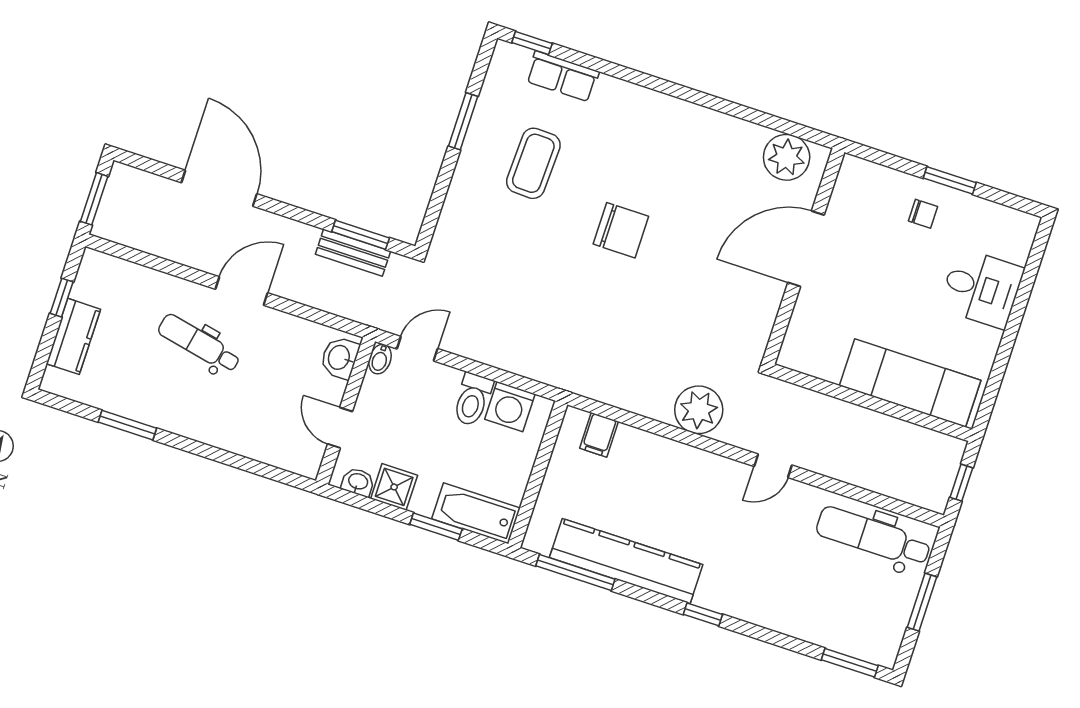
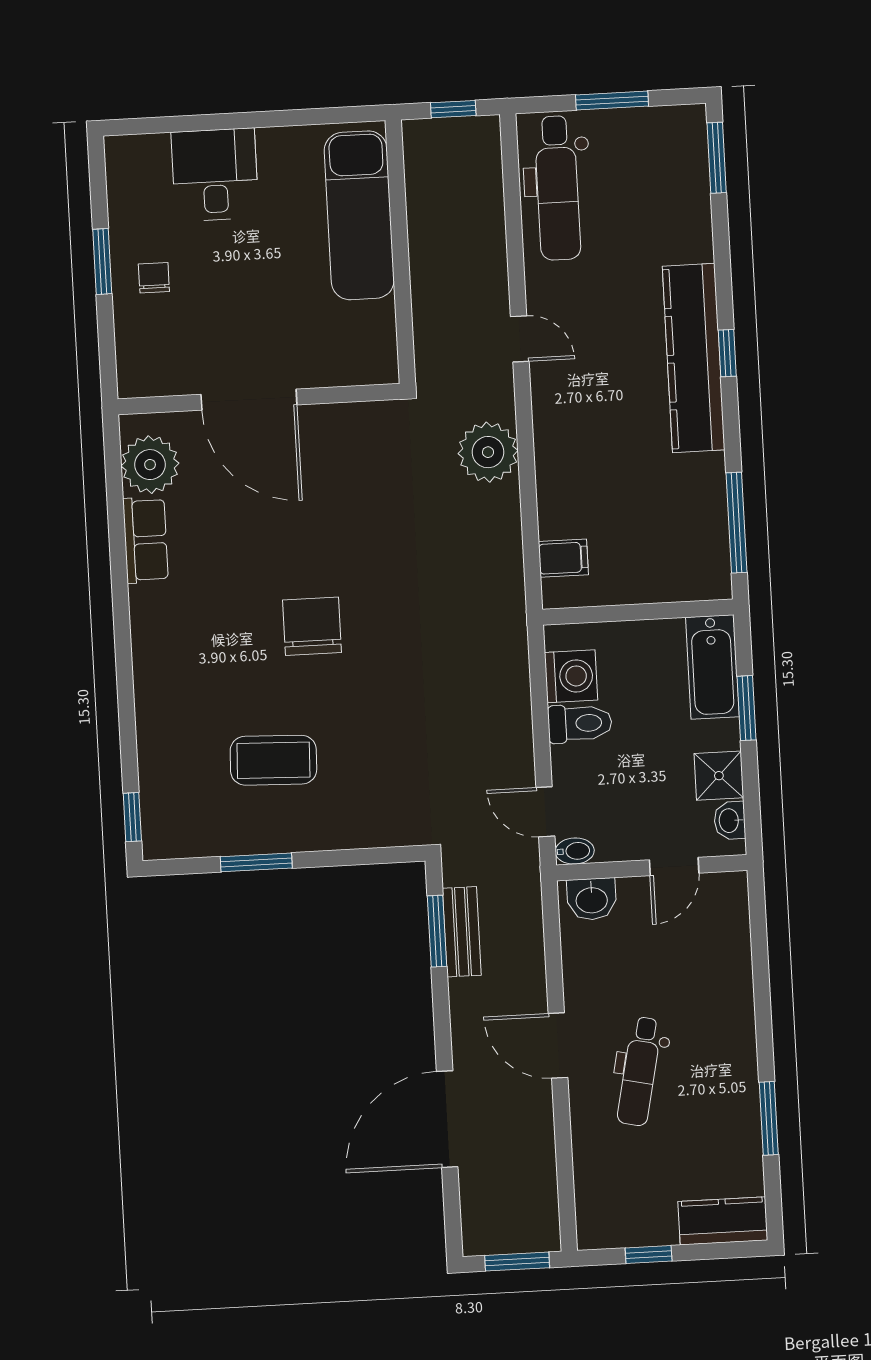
row of seats: (562, 76) -> (145, 540), moved
kitchen counter: (73, 336) -> (723, 1221), moved
kitchen counter: (626, 561) -> (694, 358), moved

